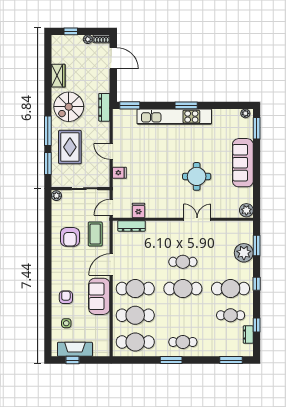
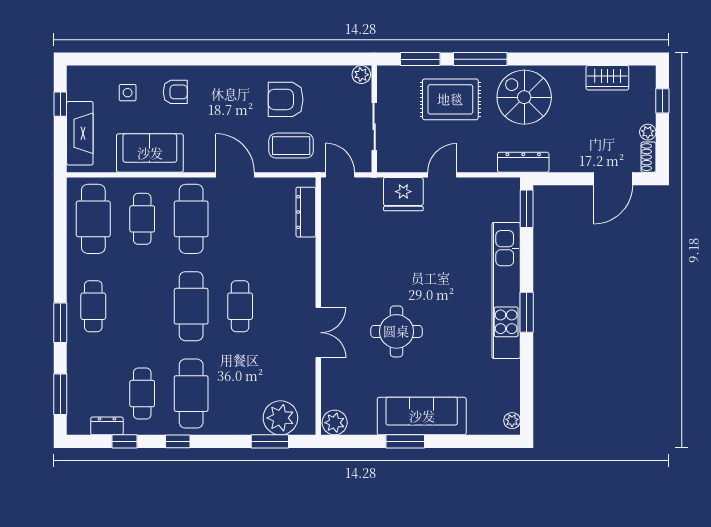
wardrobe: (58, 76) -> (607, 78), moved
window: (257, 128) -> (405, 441), moved
fridge: (119, 173) -> (403, 194), width x1.88, depth x1.34
fridge: (138, 210) -> (334, 225), removed
plant: (244, 253) -> (280, 418), moved
window: (257, 284) -> (178, 441), moved
sofa: (99, 296) -> (150, 153), moved
cafe table: (135, 315) -> (142, 219), width x0.73, depth x0.74
fireplace: (75, 349) -> (80, 133), moved
window: (171, 360) -> (60, 323), moved

